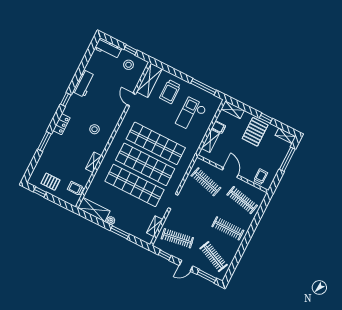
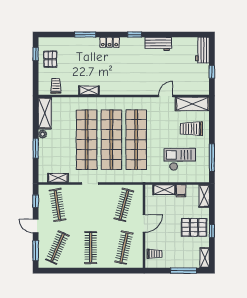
stool: (129, 65) -> (197, 77), removed
stool: (94, 129) -> (120, 76), removed

